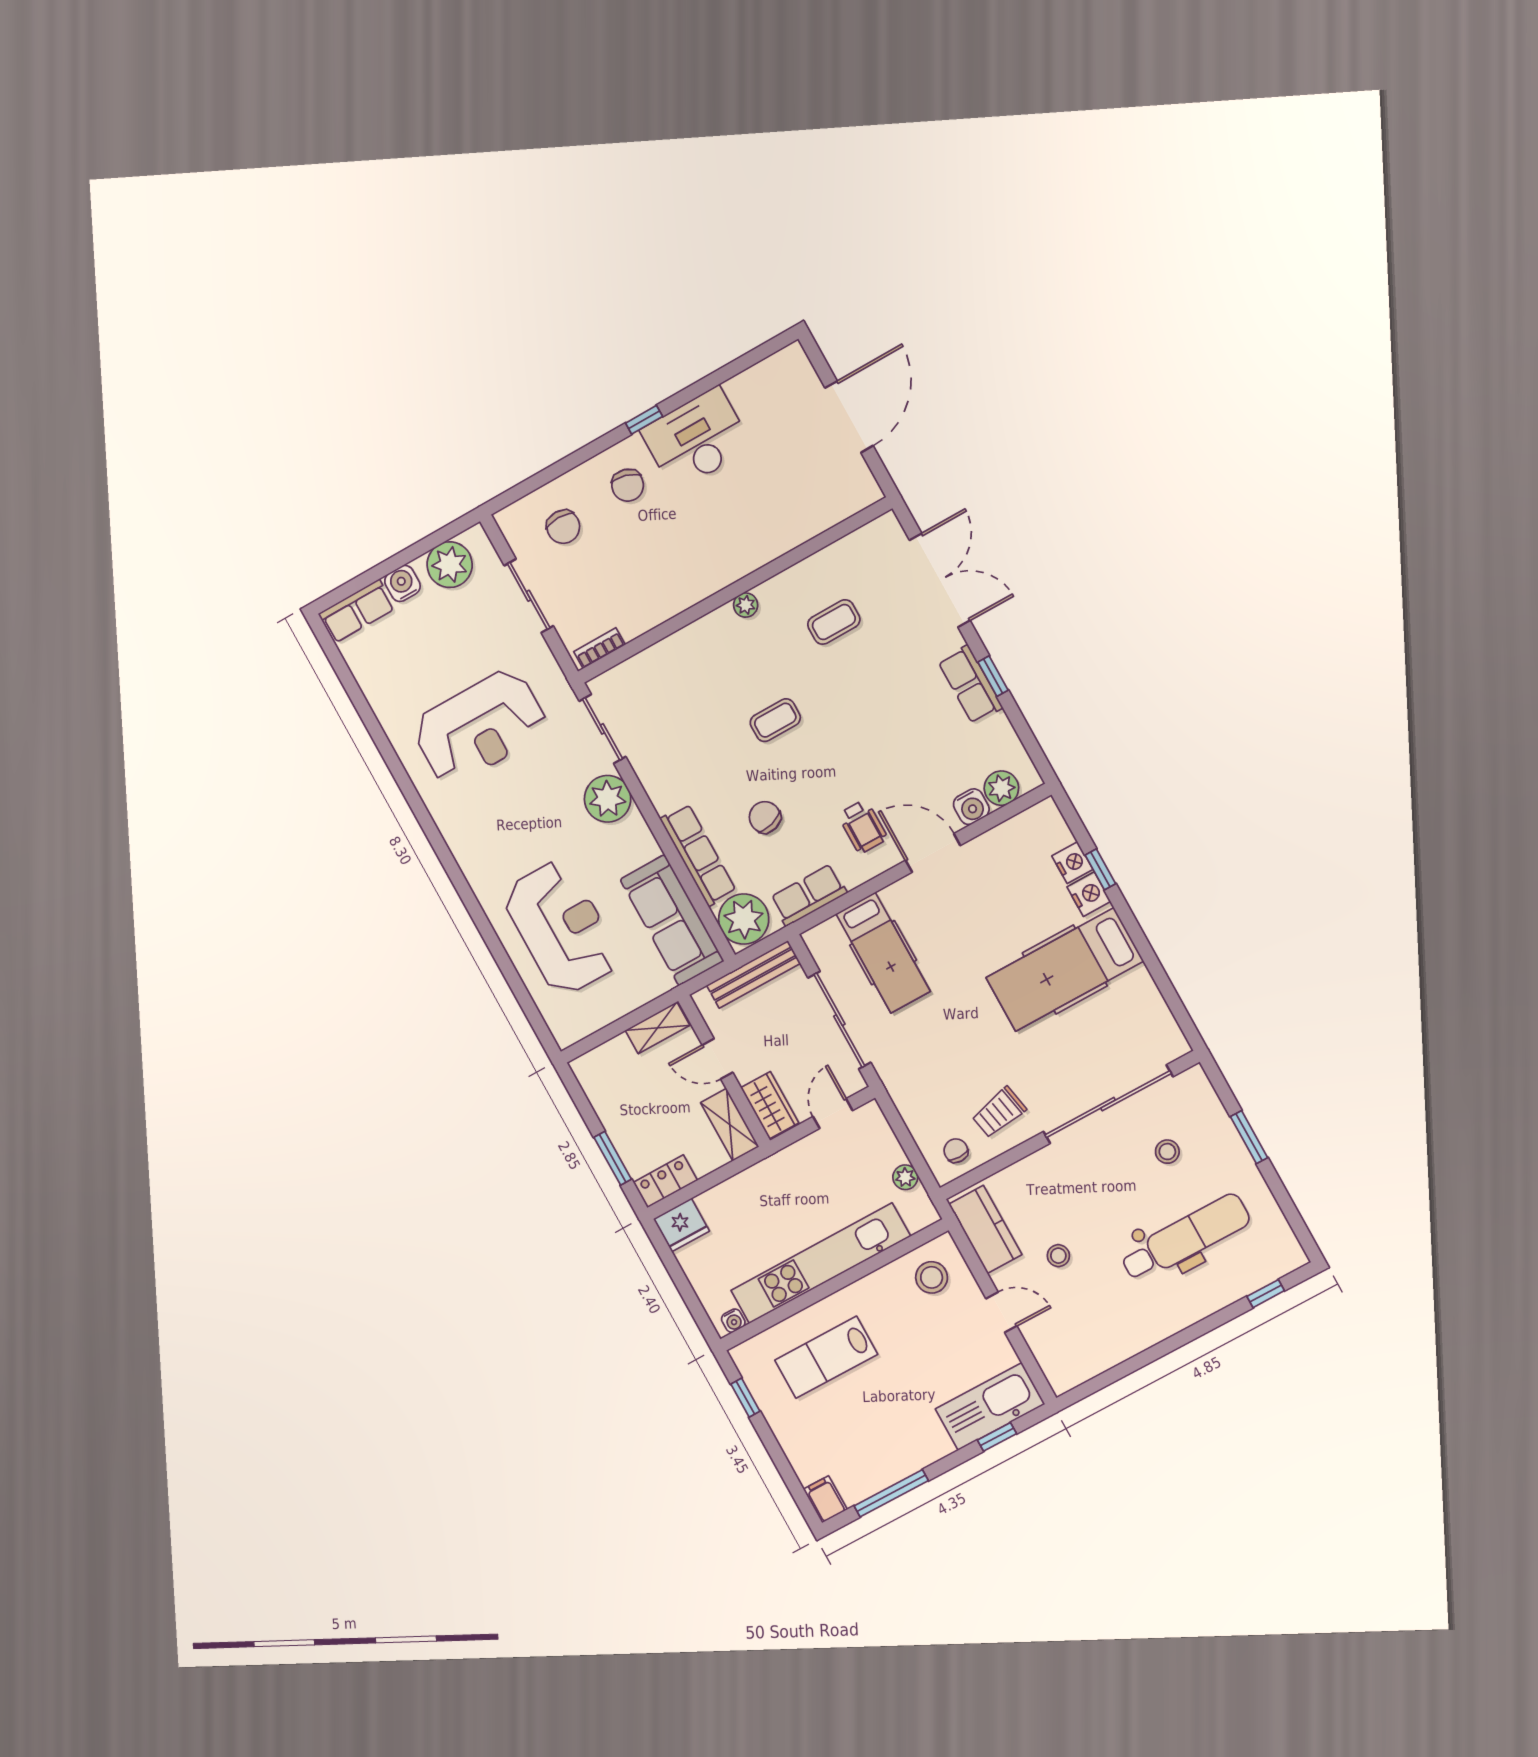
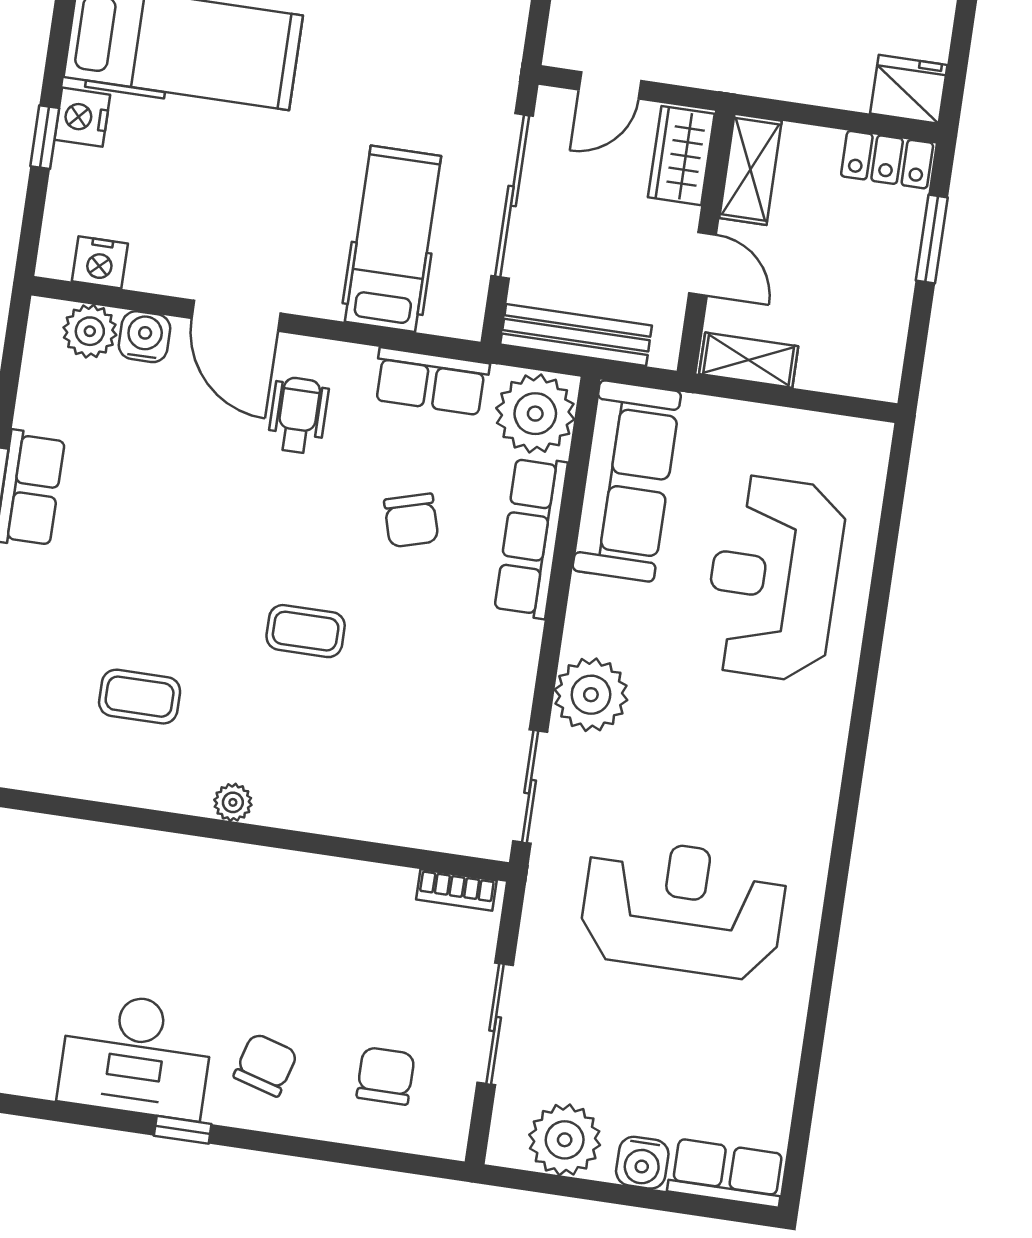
nightstand: (1072, 863) -> (100, 262), moved, turned -90

